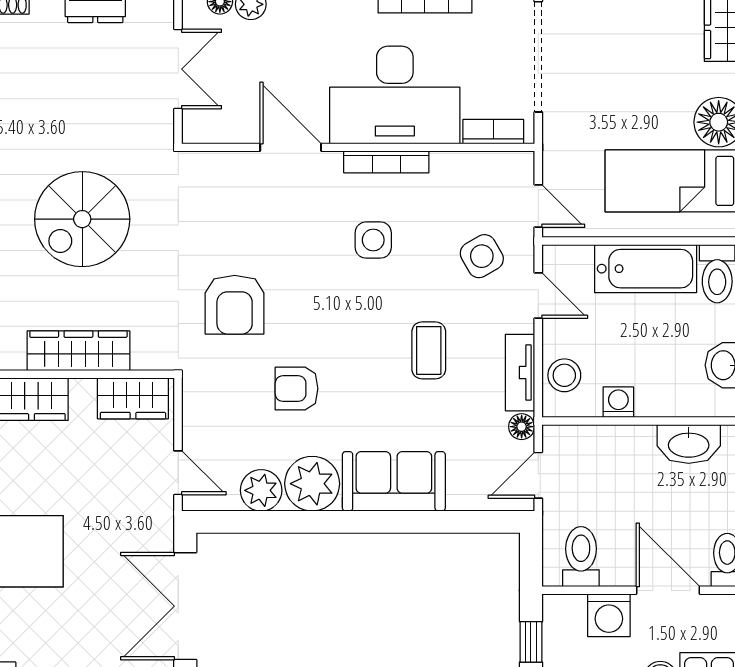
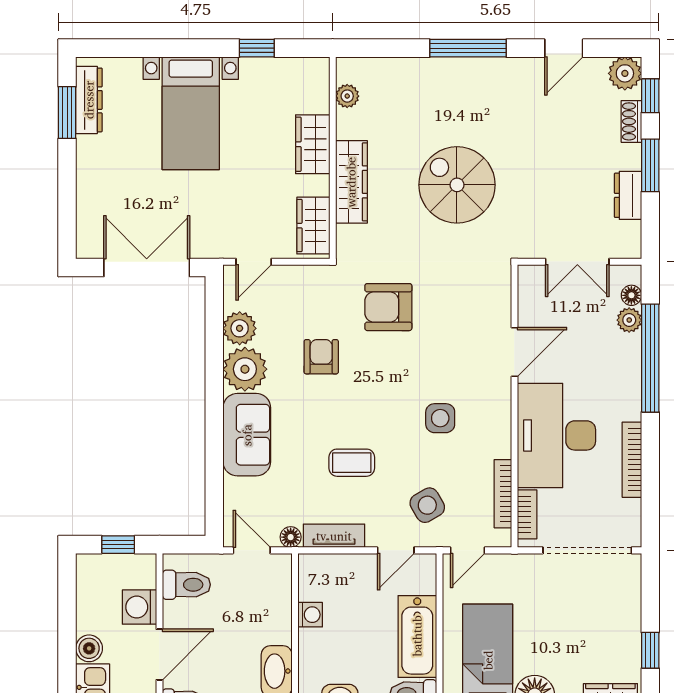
bookcase: (386, 162) -> (503, 494), moved
stool: (564, 375) -> (332, 571), removed

